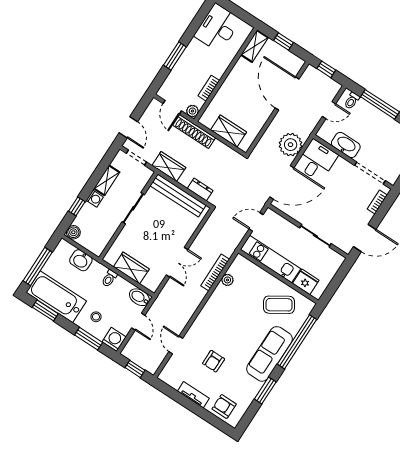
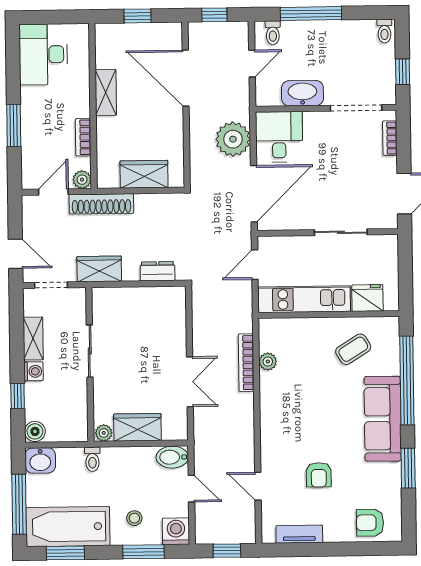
shelving: (255, 46) -> (106, 92), moved
door: (172, 107) -> (53, 192), swing flipped
bench: (178, 195) -> (135, 297), removed
plant: (111, 259) -> (104, 433), added
washbasin: (81, 260) -> (40, 460), moved
toilet: (109, 278) -> (92, 459), moved
coffee table: (279, 305) -> (353, 349), width x0.73, depth x0.77
tv unit: (193, 395) -> (299, 534), moved

